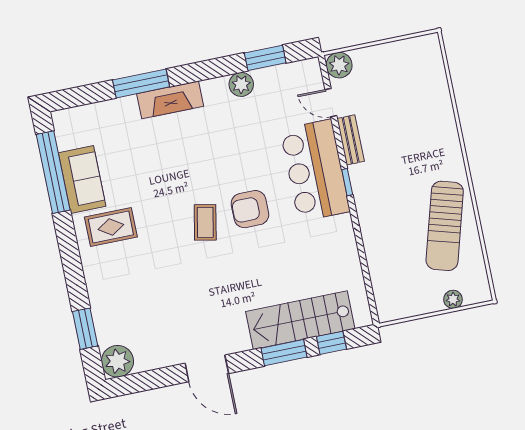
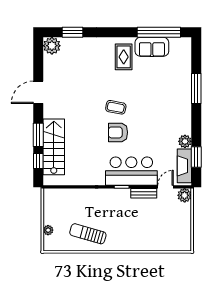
fireplace: (170, 100) -> (184, 166), moved
armchair: (250, 209) -> (118, 132), turned -90
sun lounger: (445, 226) -> (88, 234), width x0.73, depth x0.75

